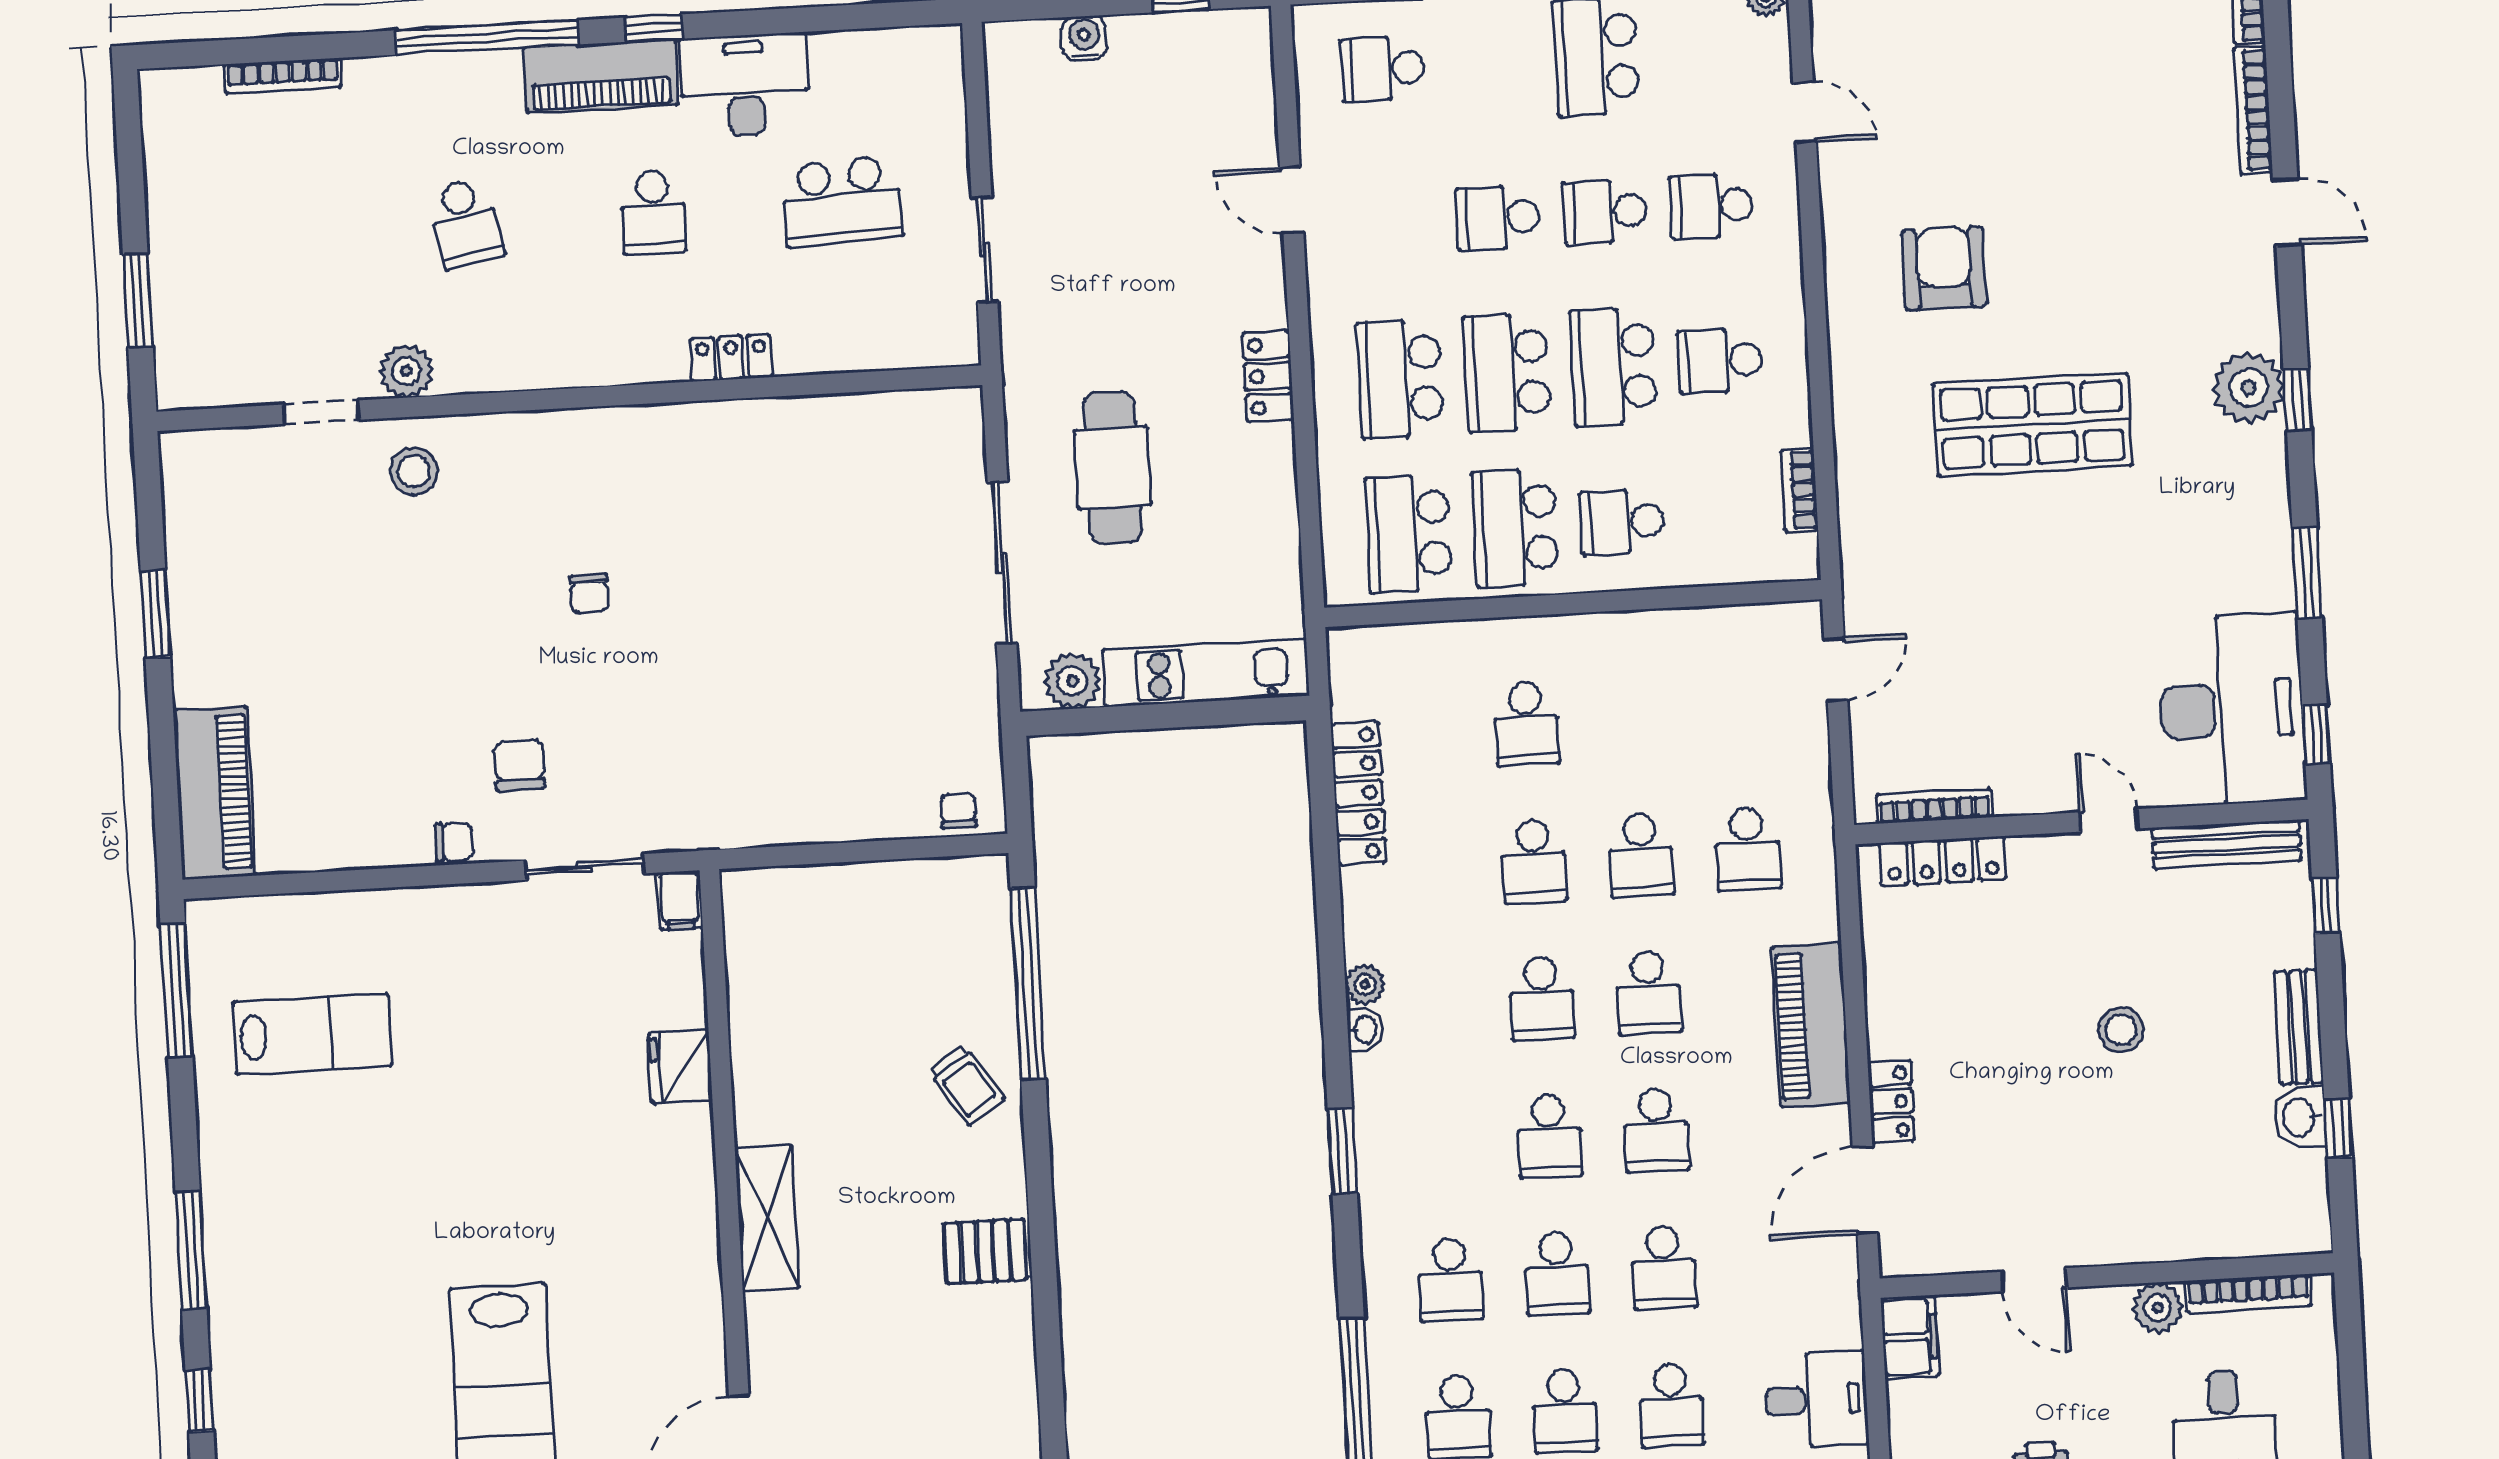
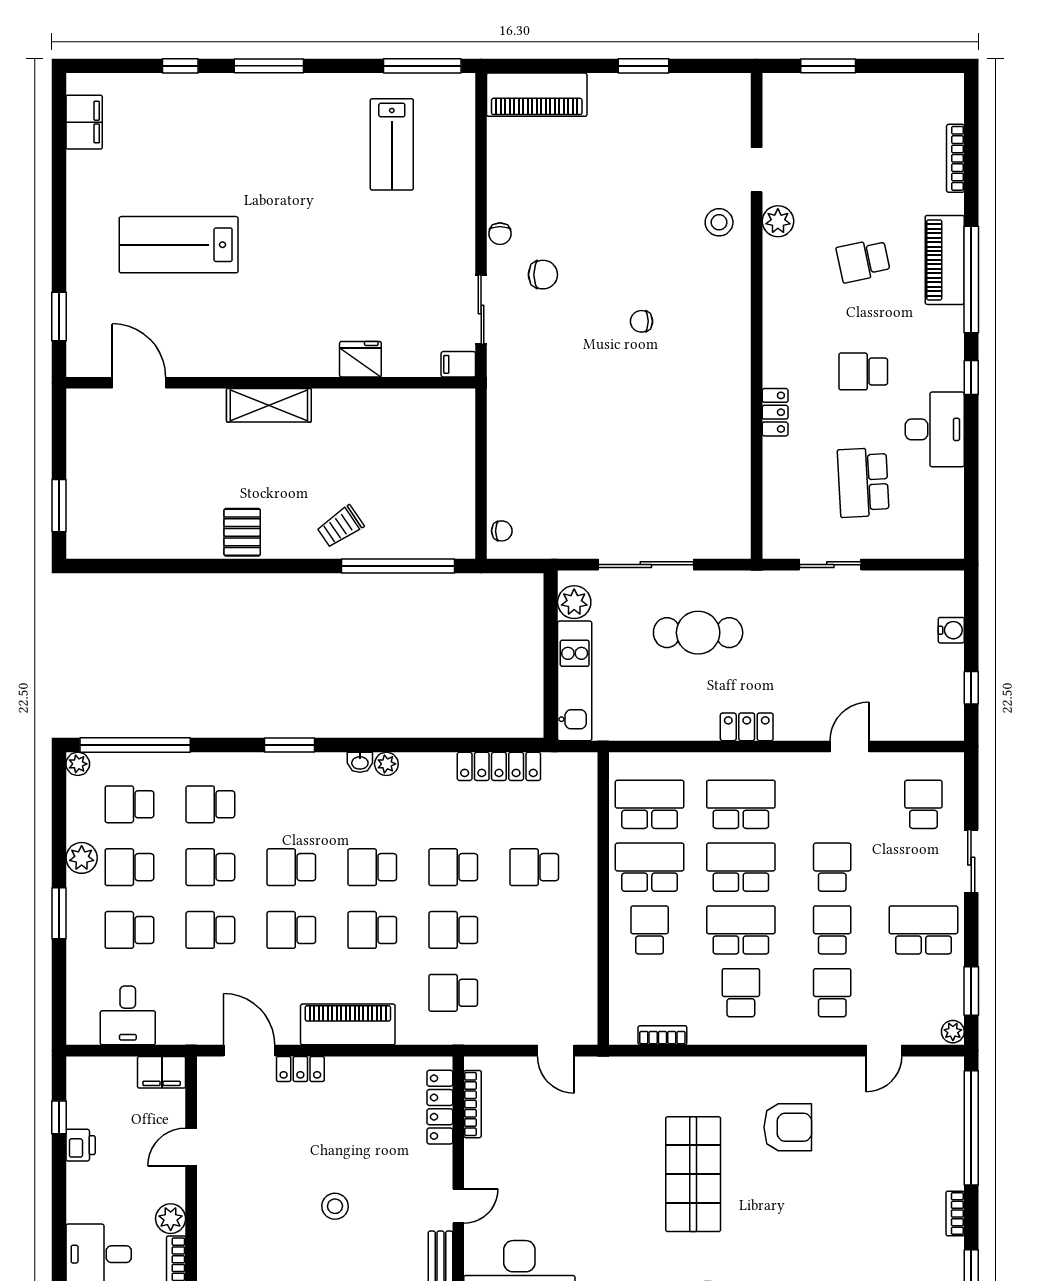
piano: (601, 76) -> (945, 260), moved

